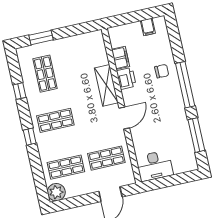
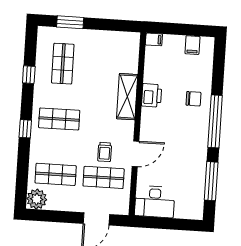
filing cabinet: (120, 58) -> (154, 39), moved, width x0.50
door: (124, 118) -> (136, 154), moved
trolley: (101, 137) -> (105, 152), added

